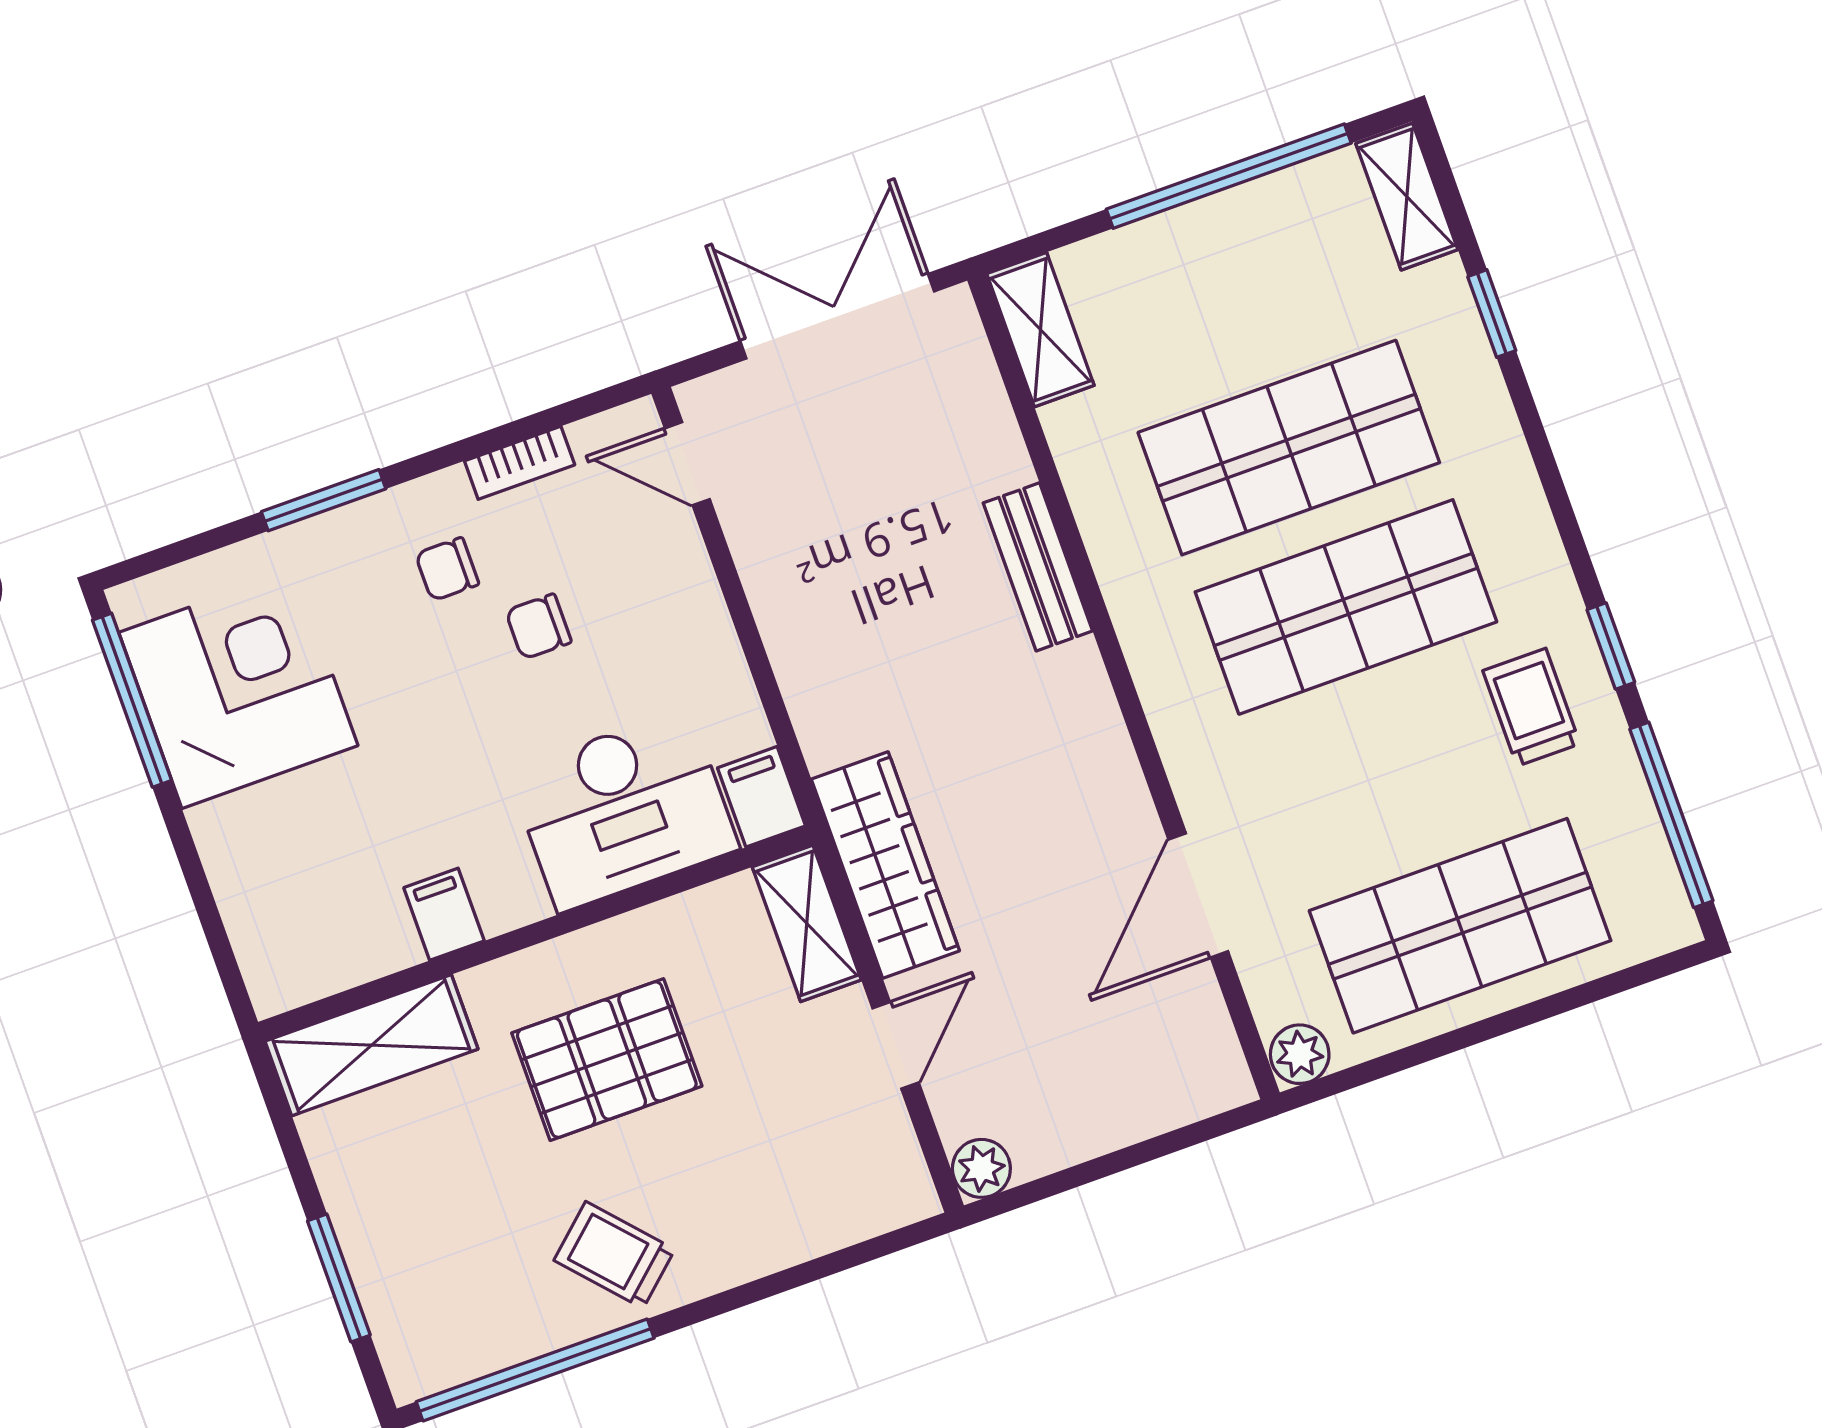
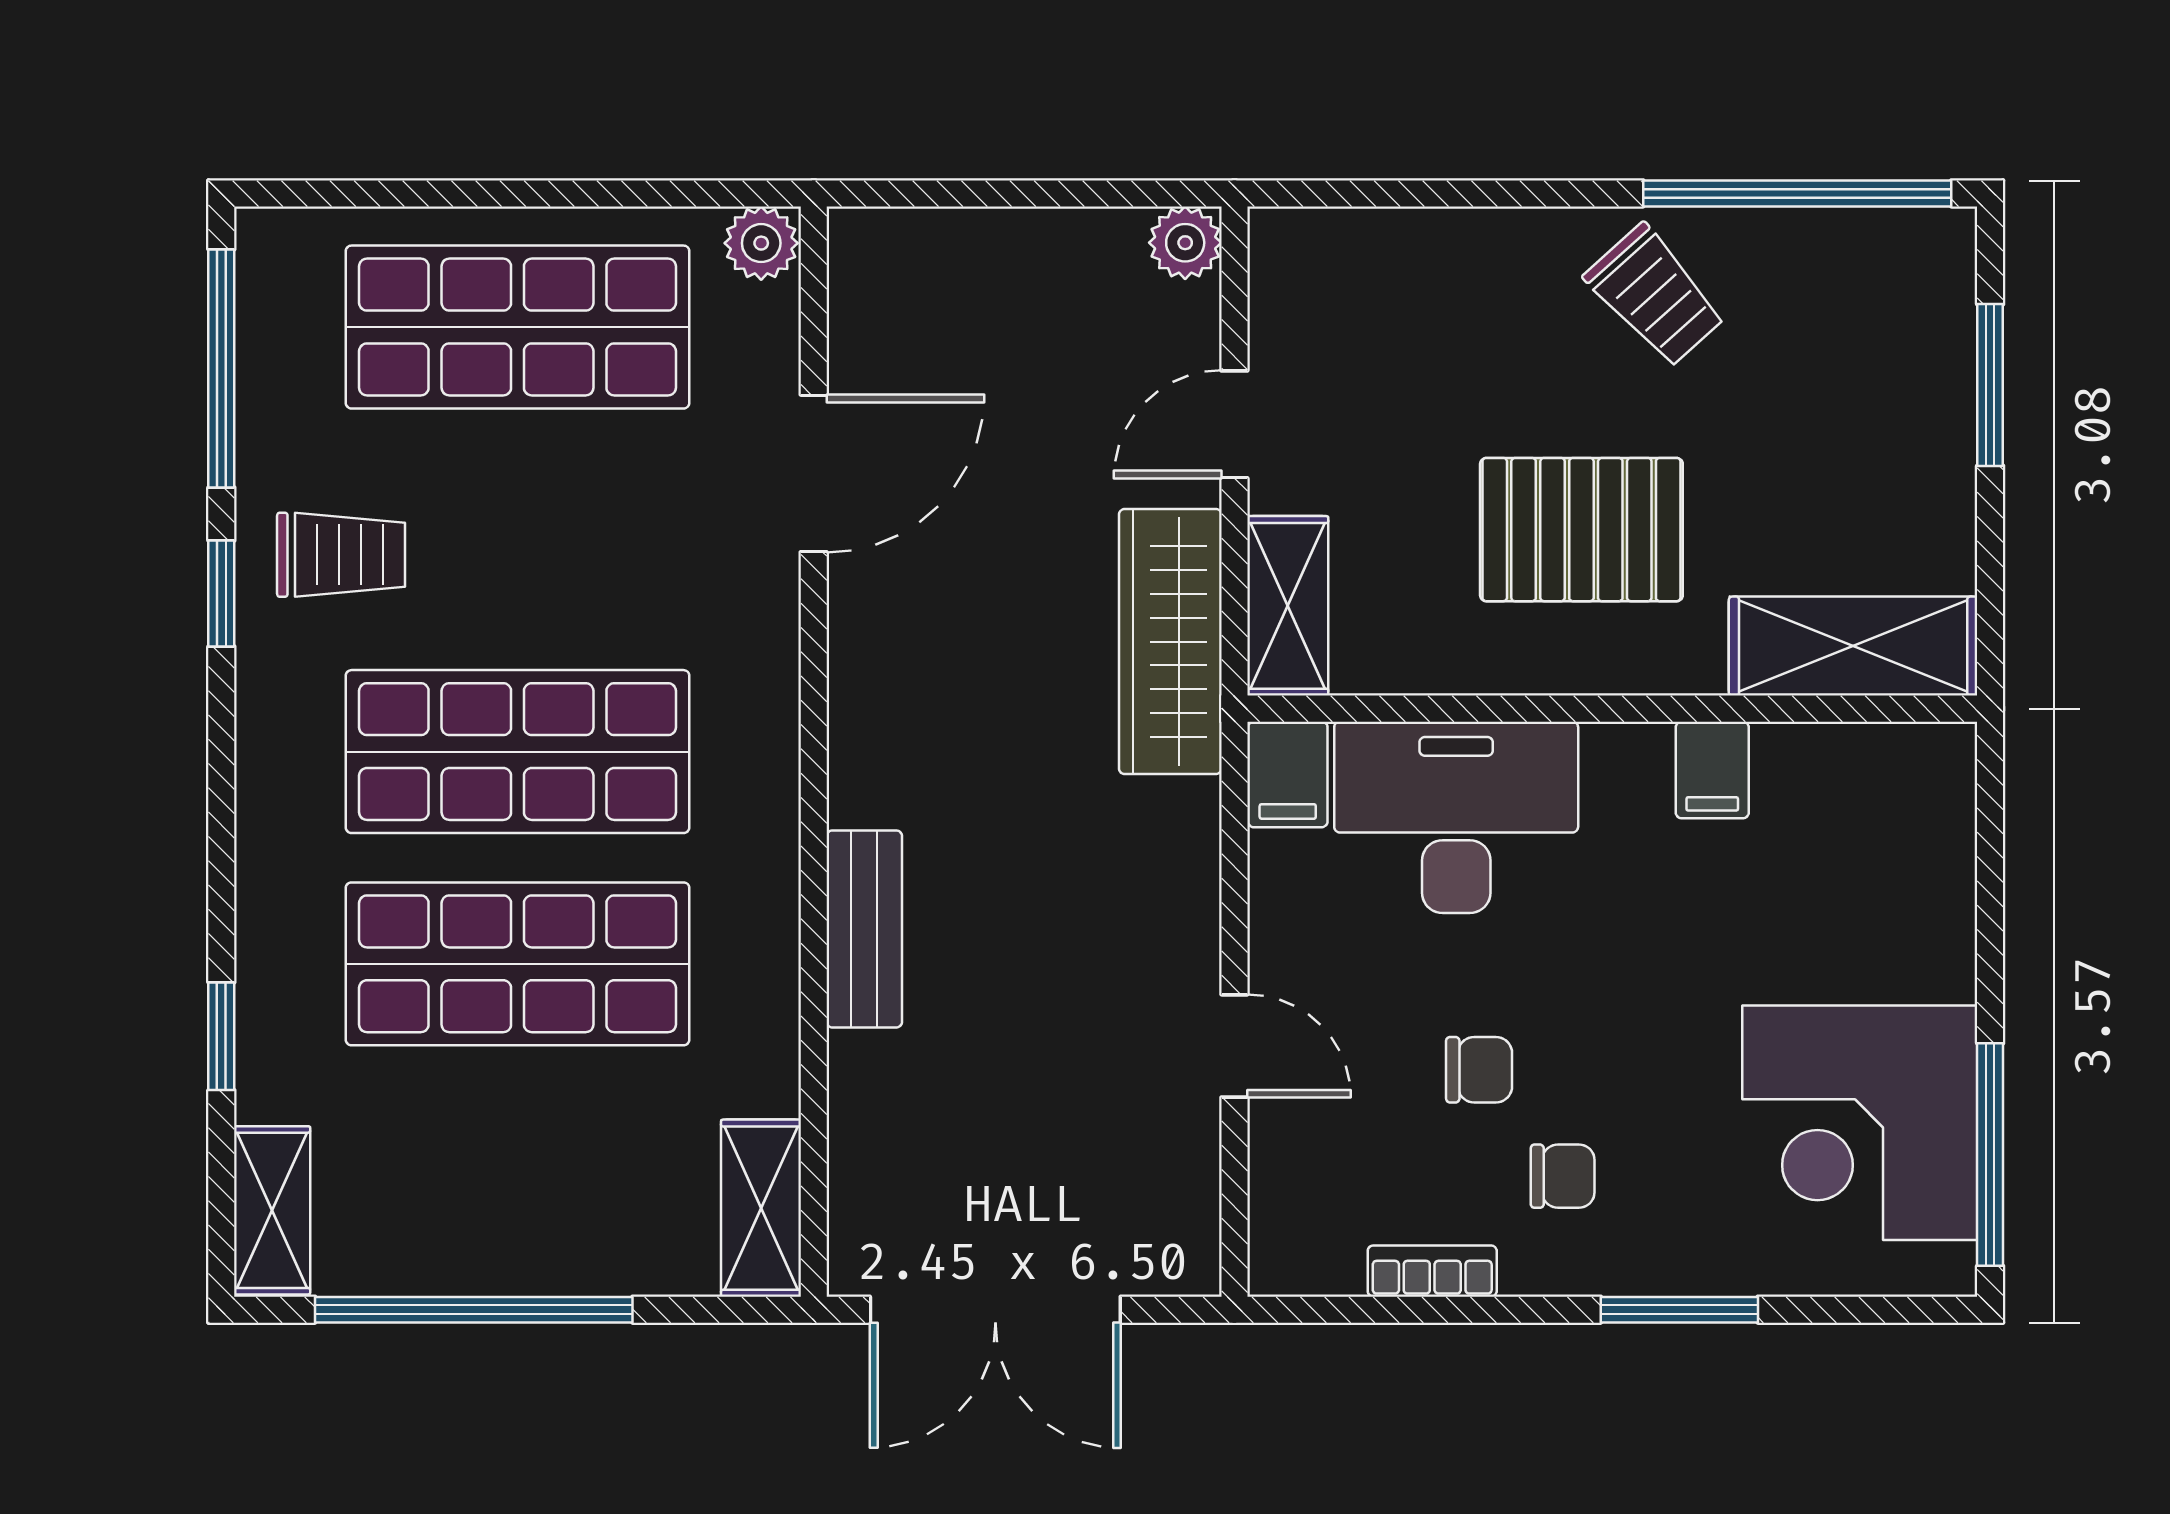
door: (687, 464) -> (1234, 1046), moved
trolley: (1531, 707) -> (341, 555), turned -90

